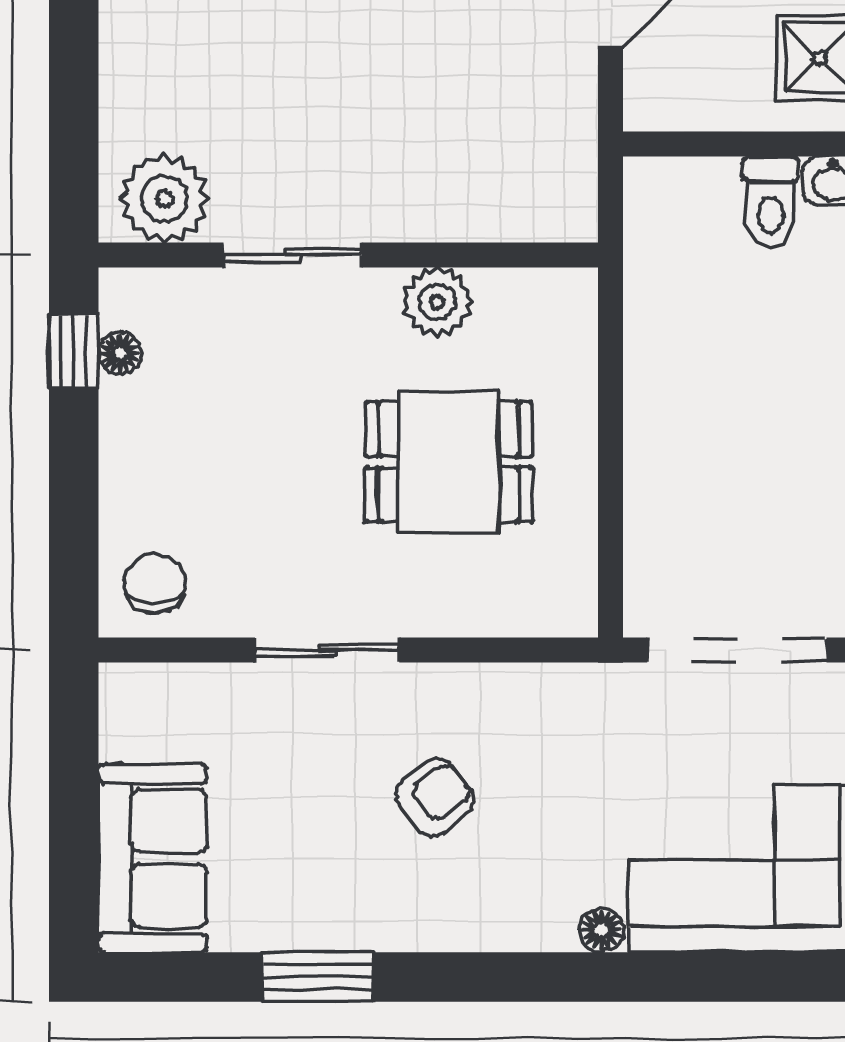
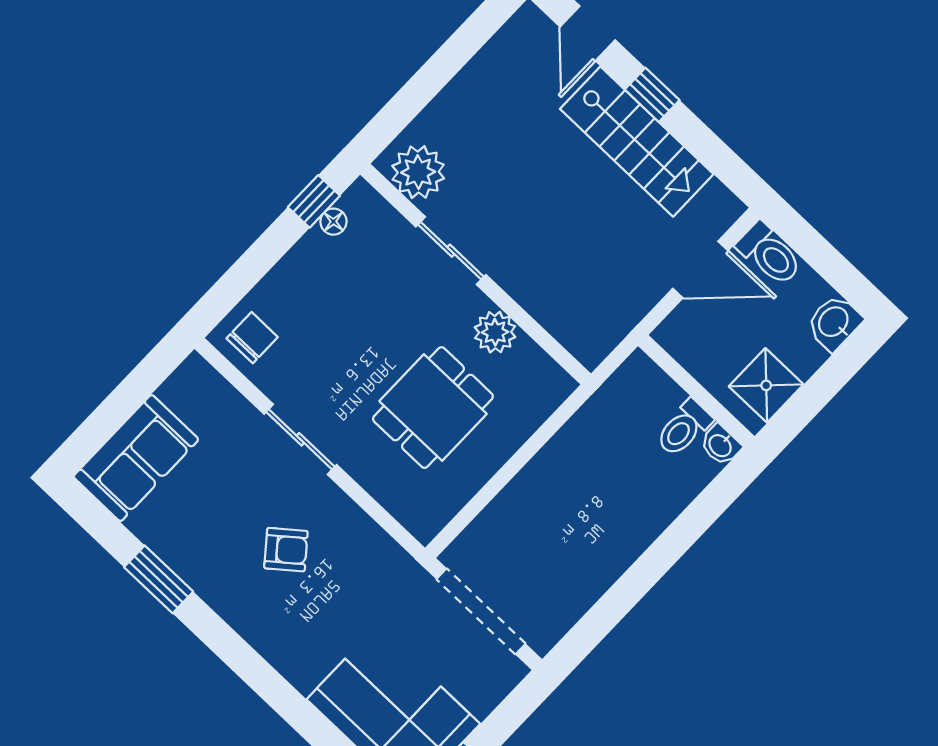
dining table: (449, 462) -> (433, 408), turned 90
floor lamp: (601, 930) -> (304, 678), removed

